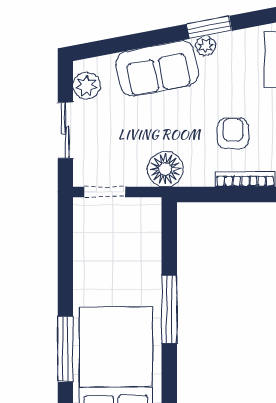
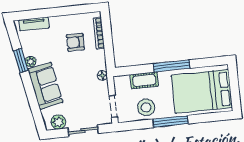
floor lamp: (165, 169) -> (102, 75), width x0.53, depth x0.53
stool: (97, 253) -> (146, 107), added
cot: (148, 255) -> (144, 80), added
window: (65, 349) -> (170, 122), moved

